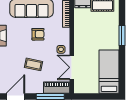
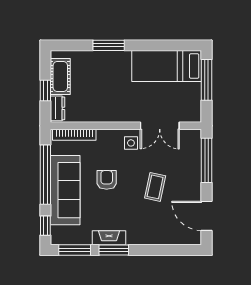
piano: (57, 88) -> (192, 150), removed
window: (100, 97) -> (207, 80), added

